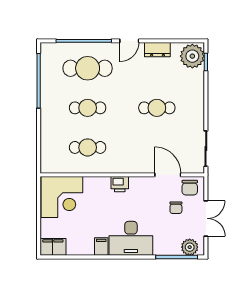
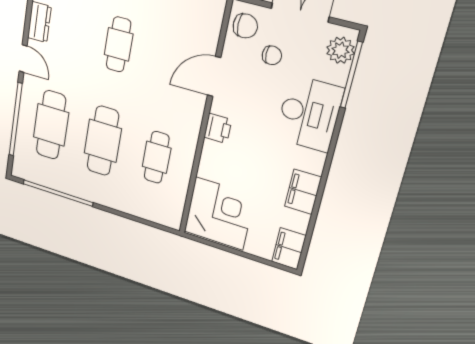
cafe table: (88, 108) -> (103, 141), width x1.37, depth x1.35
door: (168, 175) -> (214, 76), moved
desk: (131, 238) -> (309, 114), moved
filing cabinet: (101, 247) -> (303, 192), width x2.00

